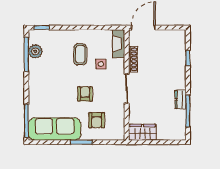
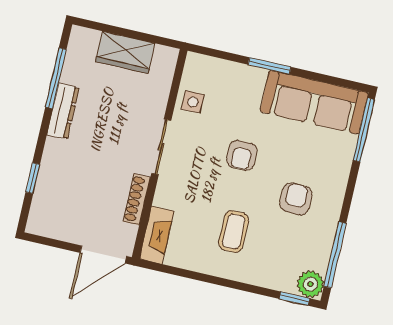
plant: (35, 51) -> (310, 284), moved
side table: (101, 64) -> (193, 102), moved
dresser: (180, 100) -> (63, 111), width x1.44
armchair: (97, 120) -> (296, 199), moved
wardrobe: (143, 132) -> (125, 52), moved

